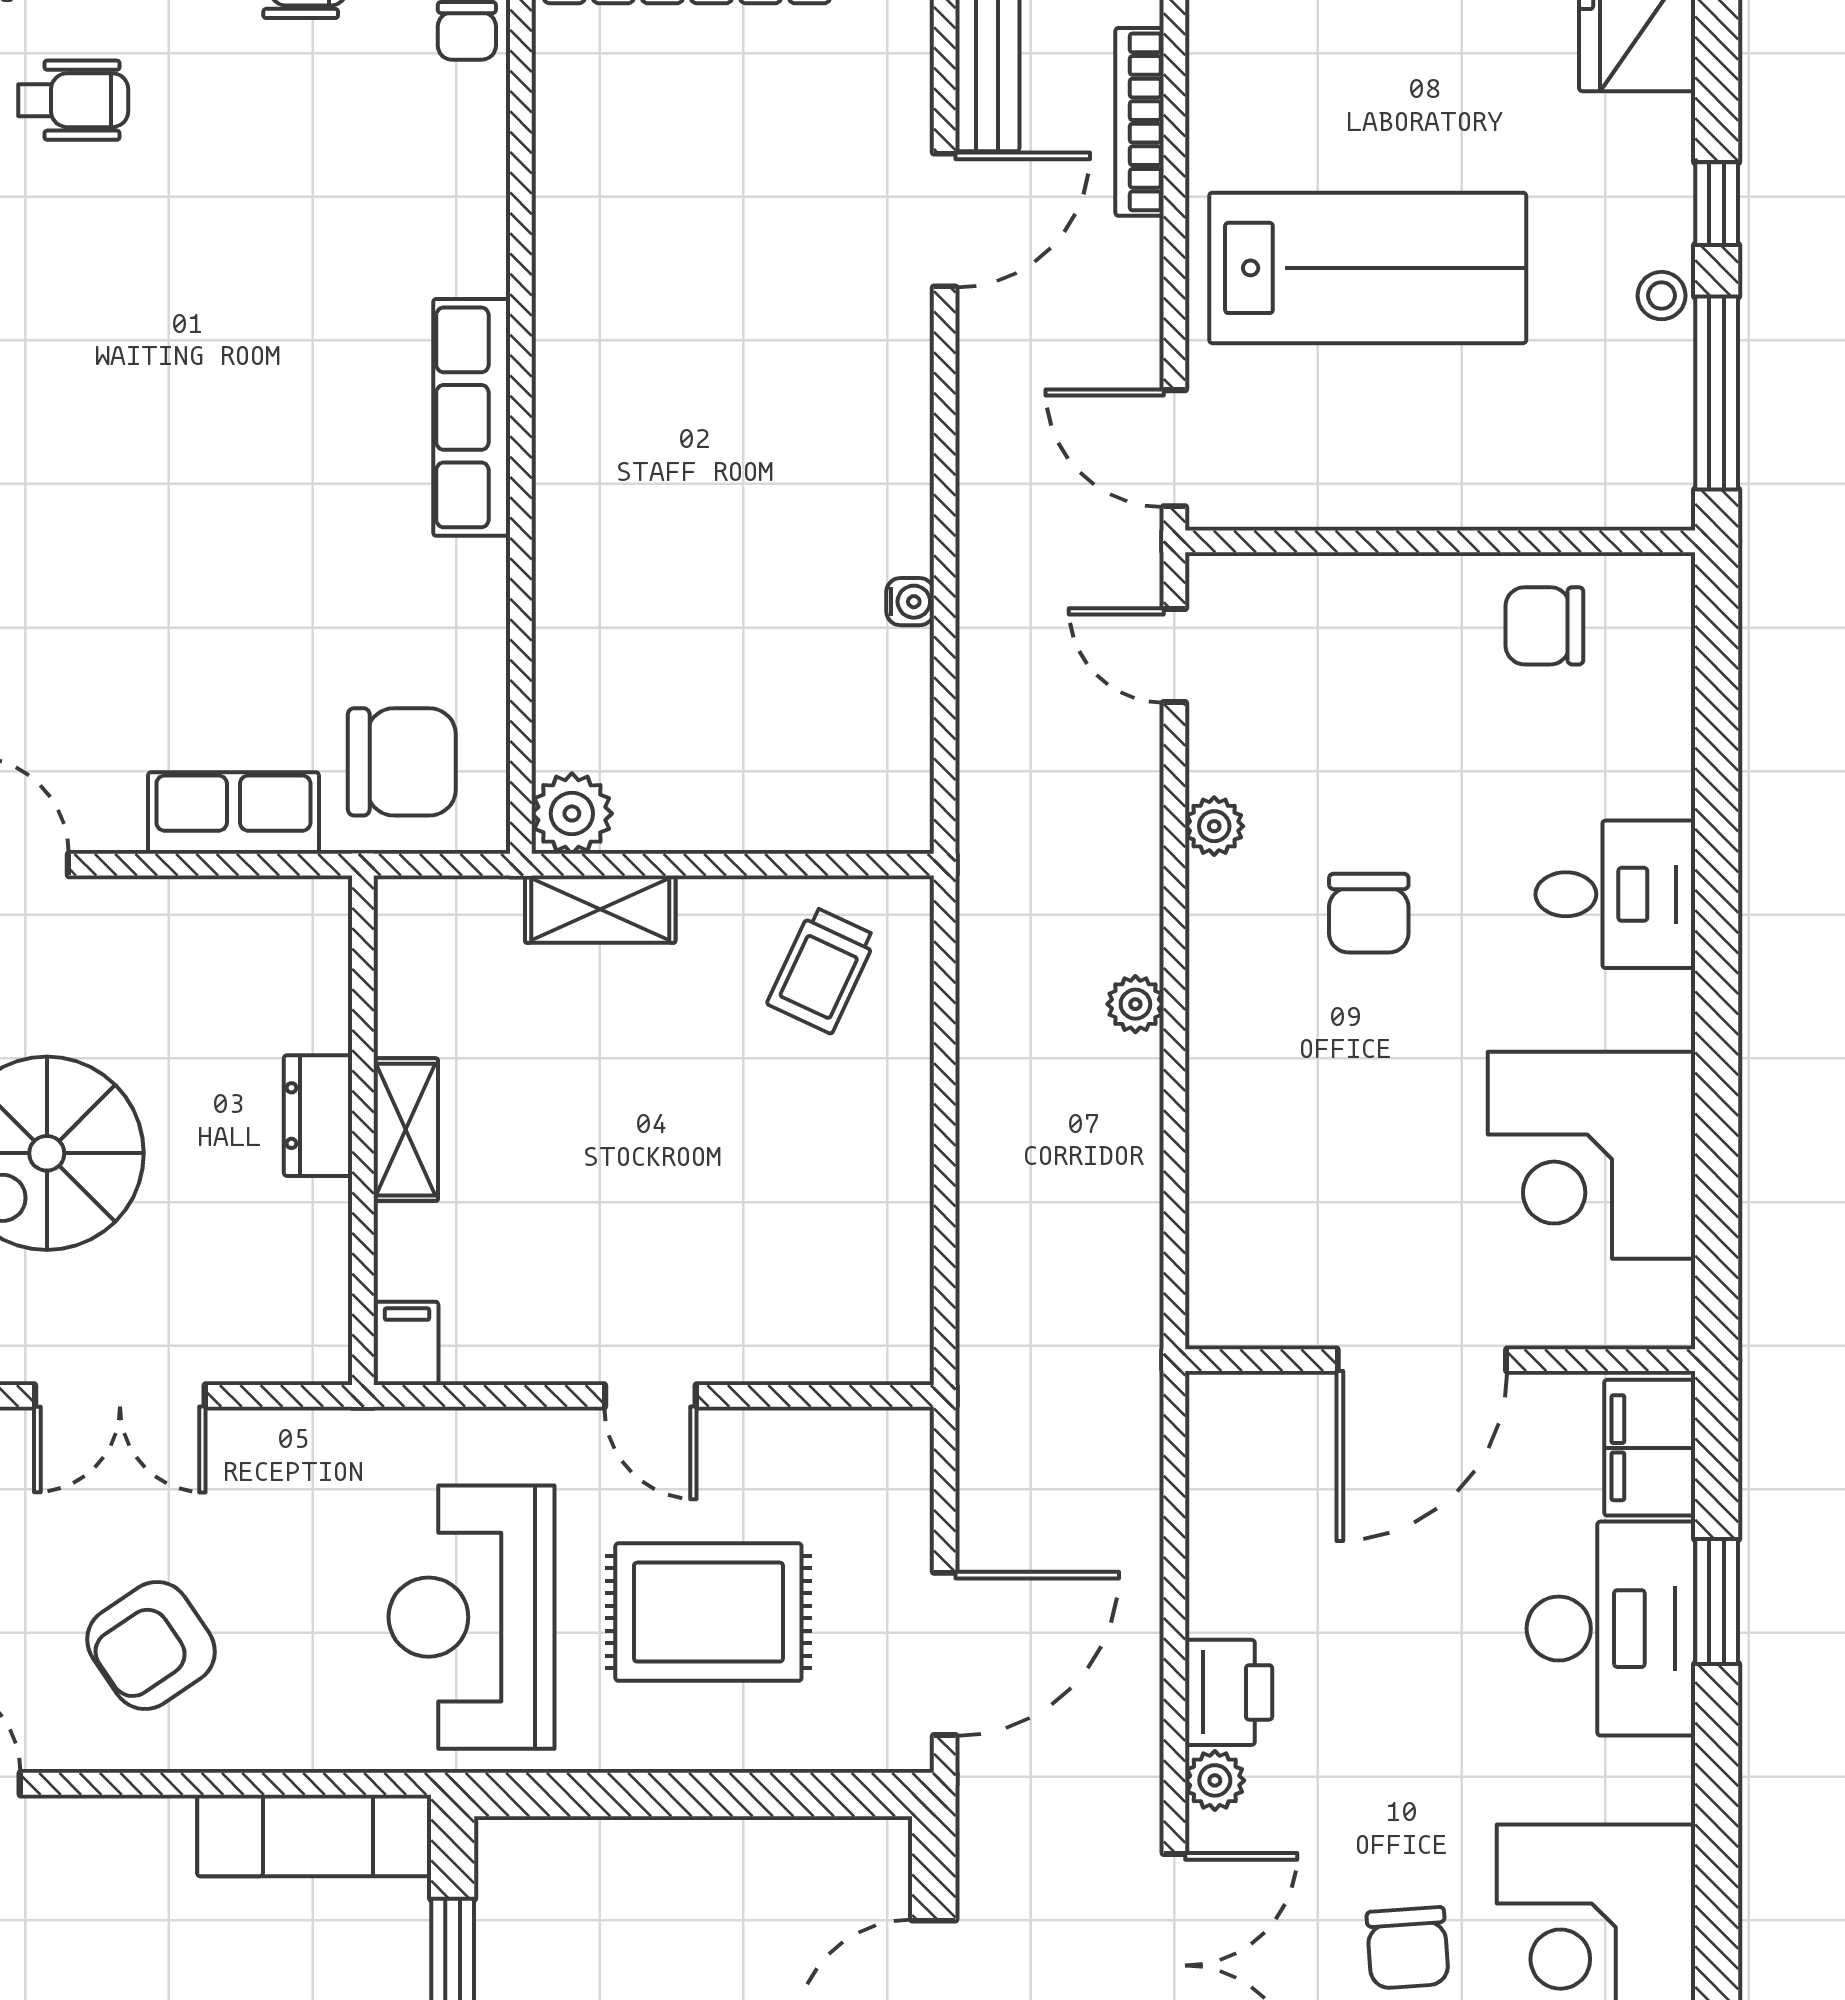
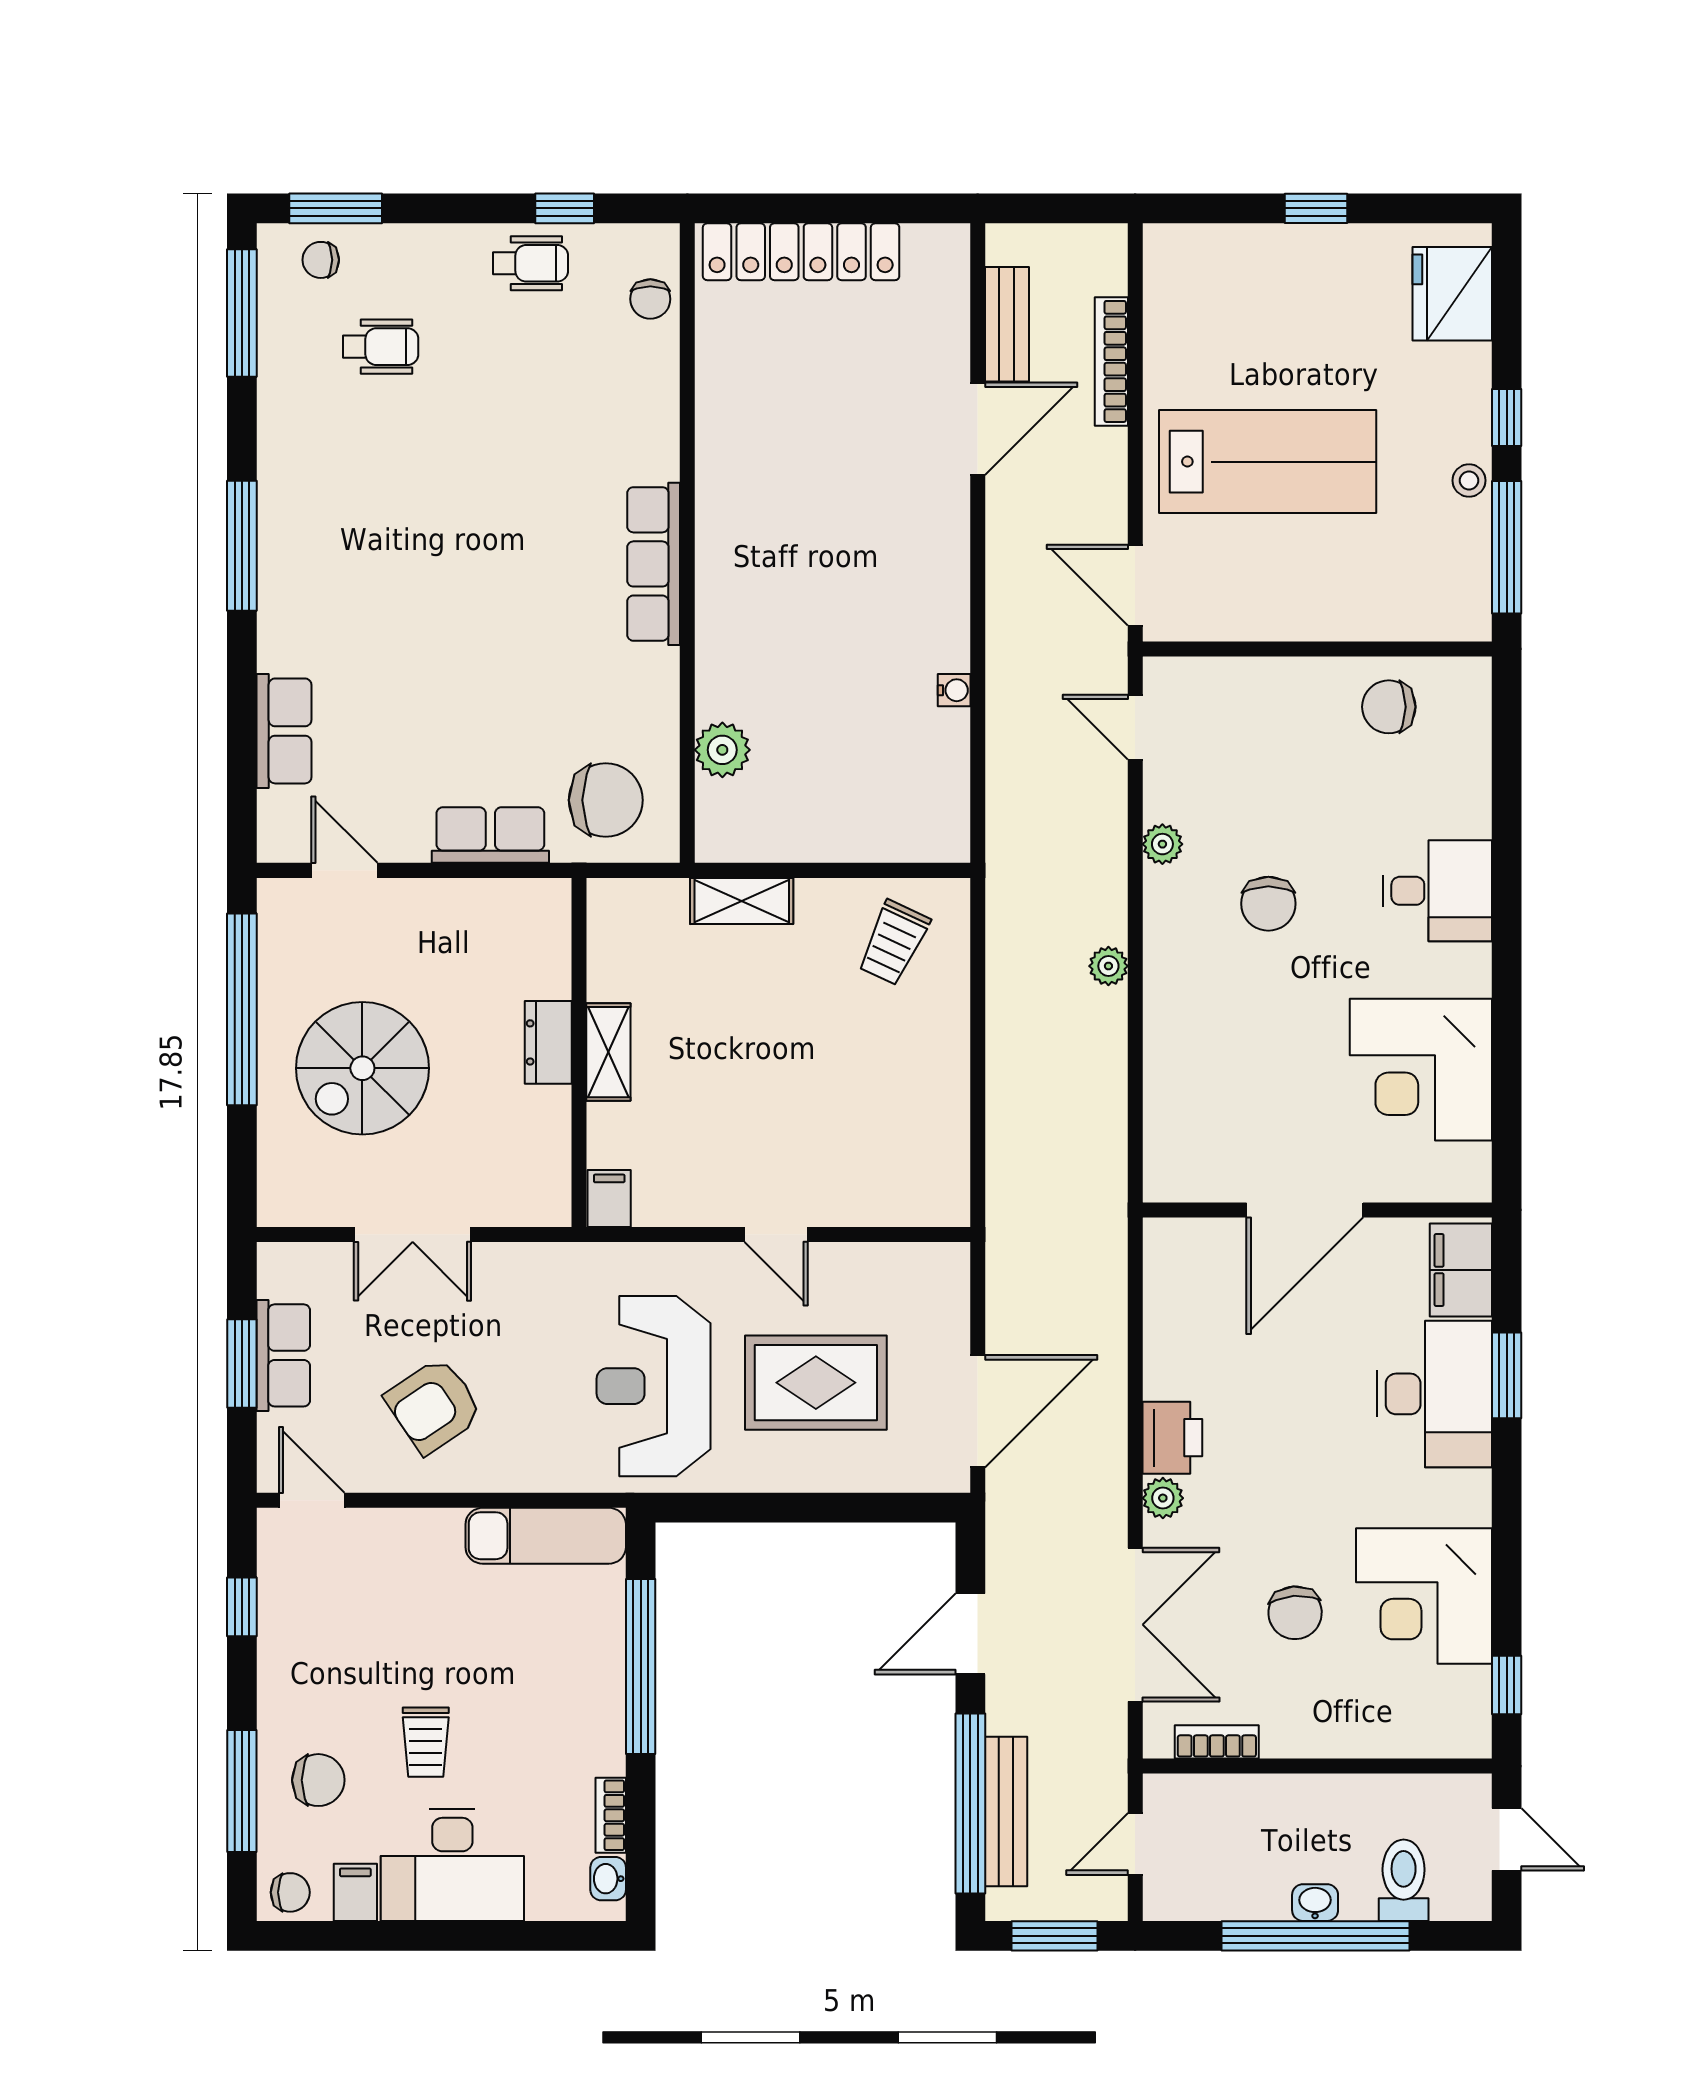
plant: (572, 813) -> (722, 750), moved

